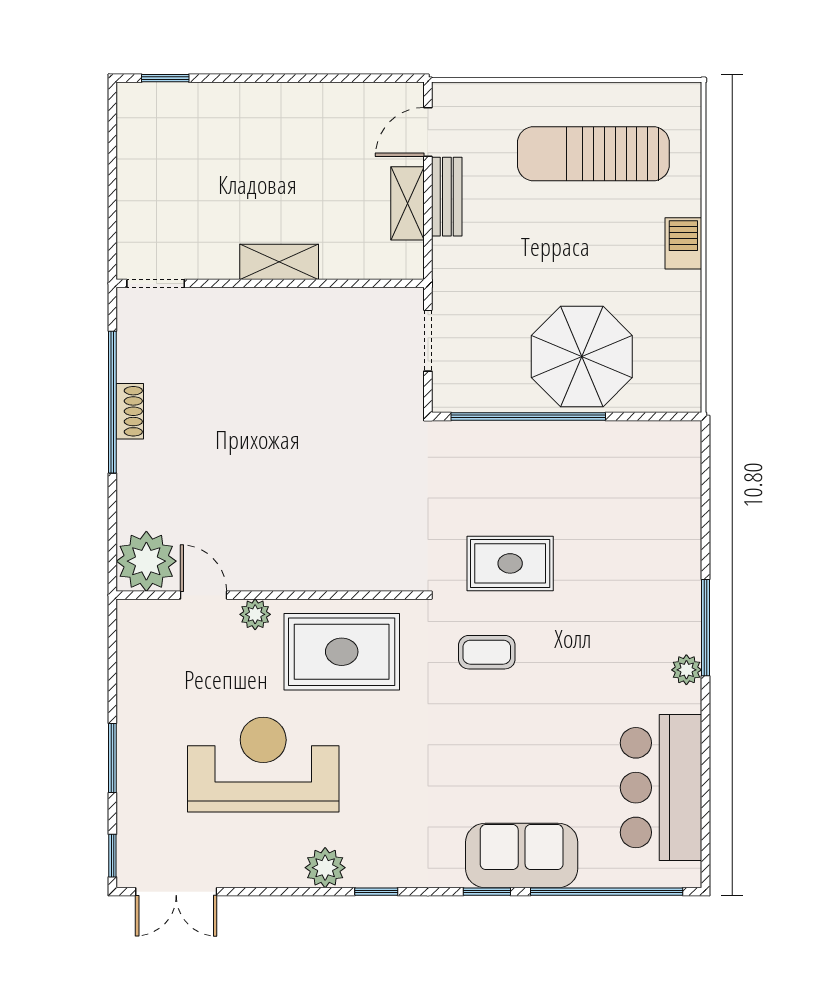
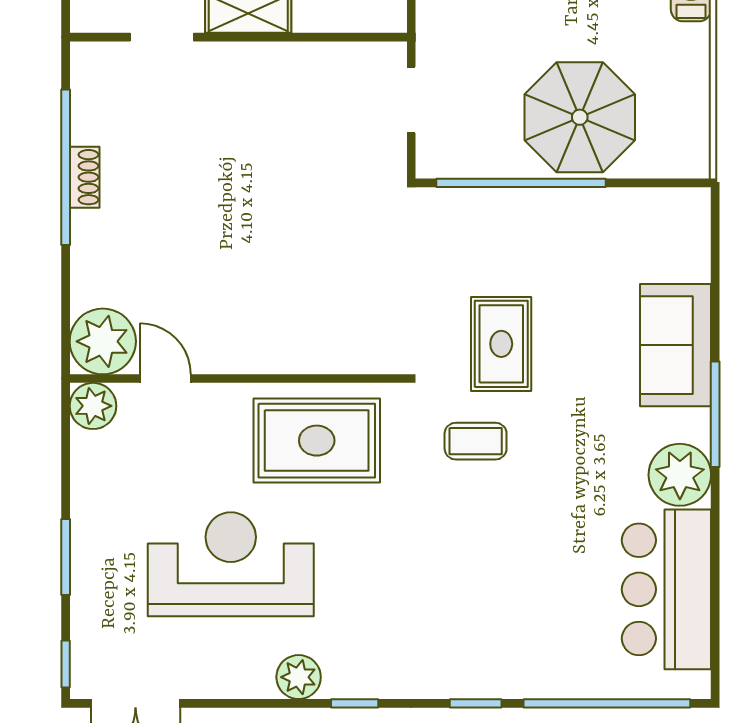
doorway: (156, 283) -> (162, 37), moved
rug: (510, 563) -> (501, 344), turned 90
plant: (255, 614) -> (93, 406), moved, width x1.38, depth x1.38
plant: (686, 670) -> (680, 475), width x1.88, depth x1.88
sofa: (522, 855) -> (675, 345), moved, turned -90

